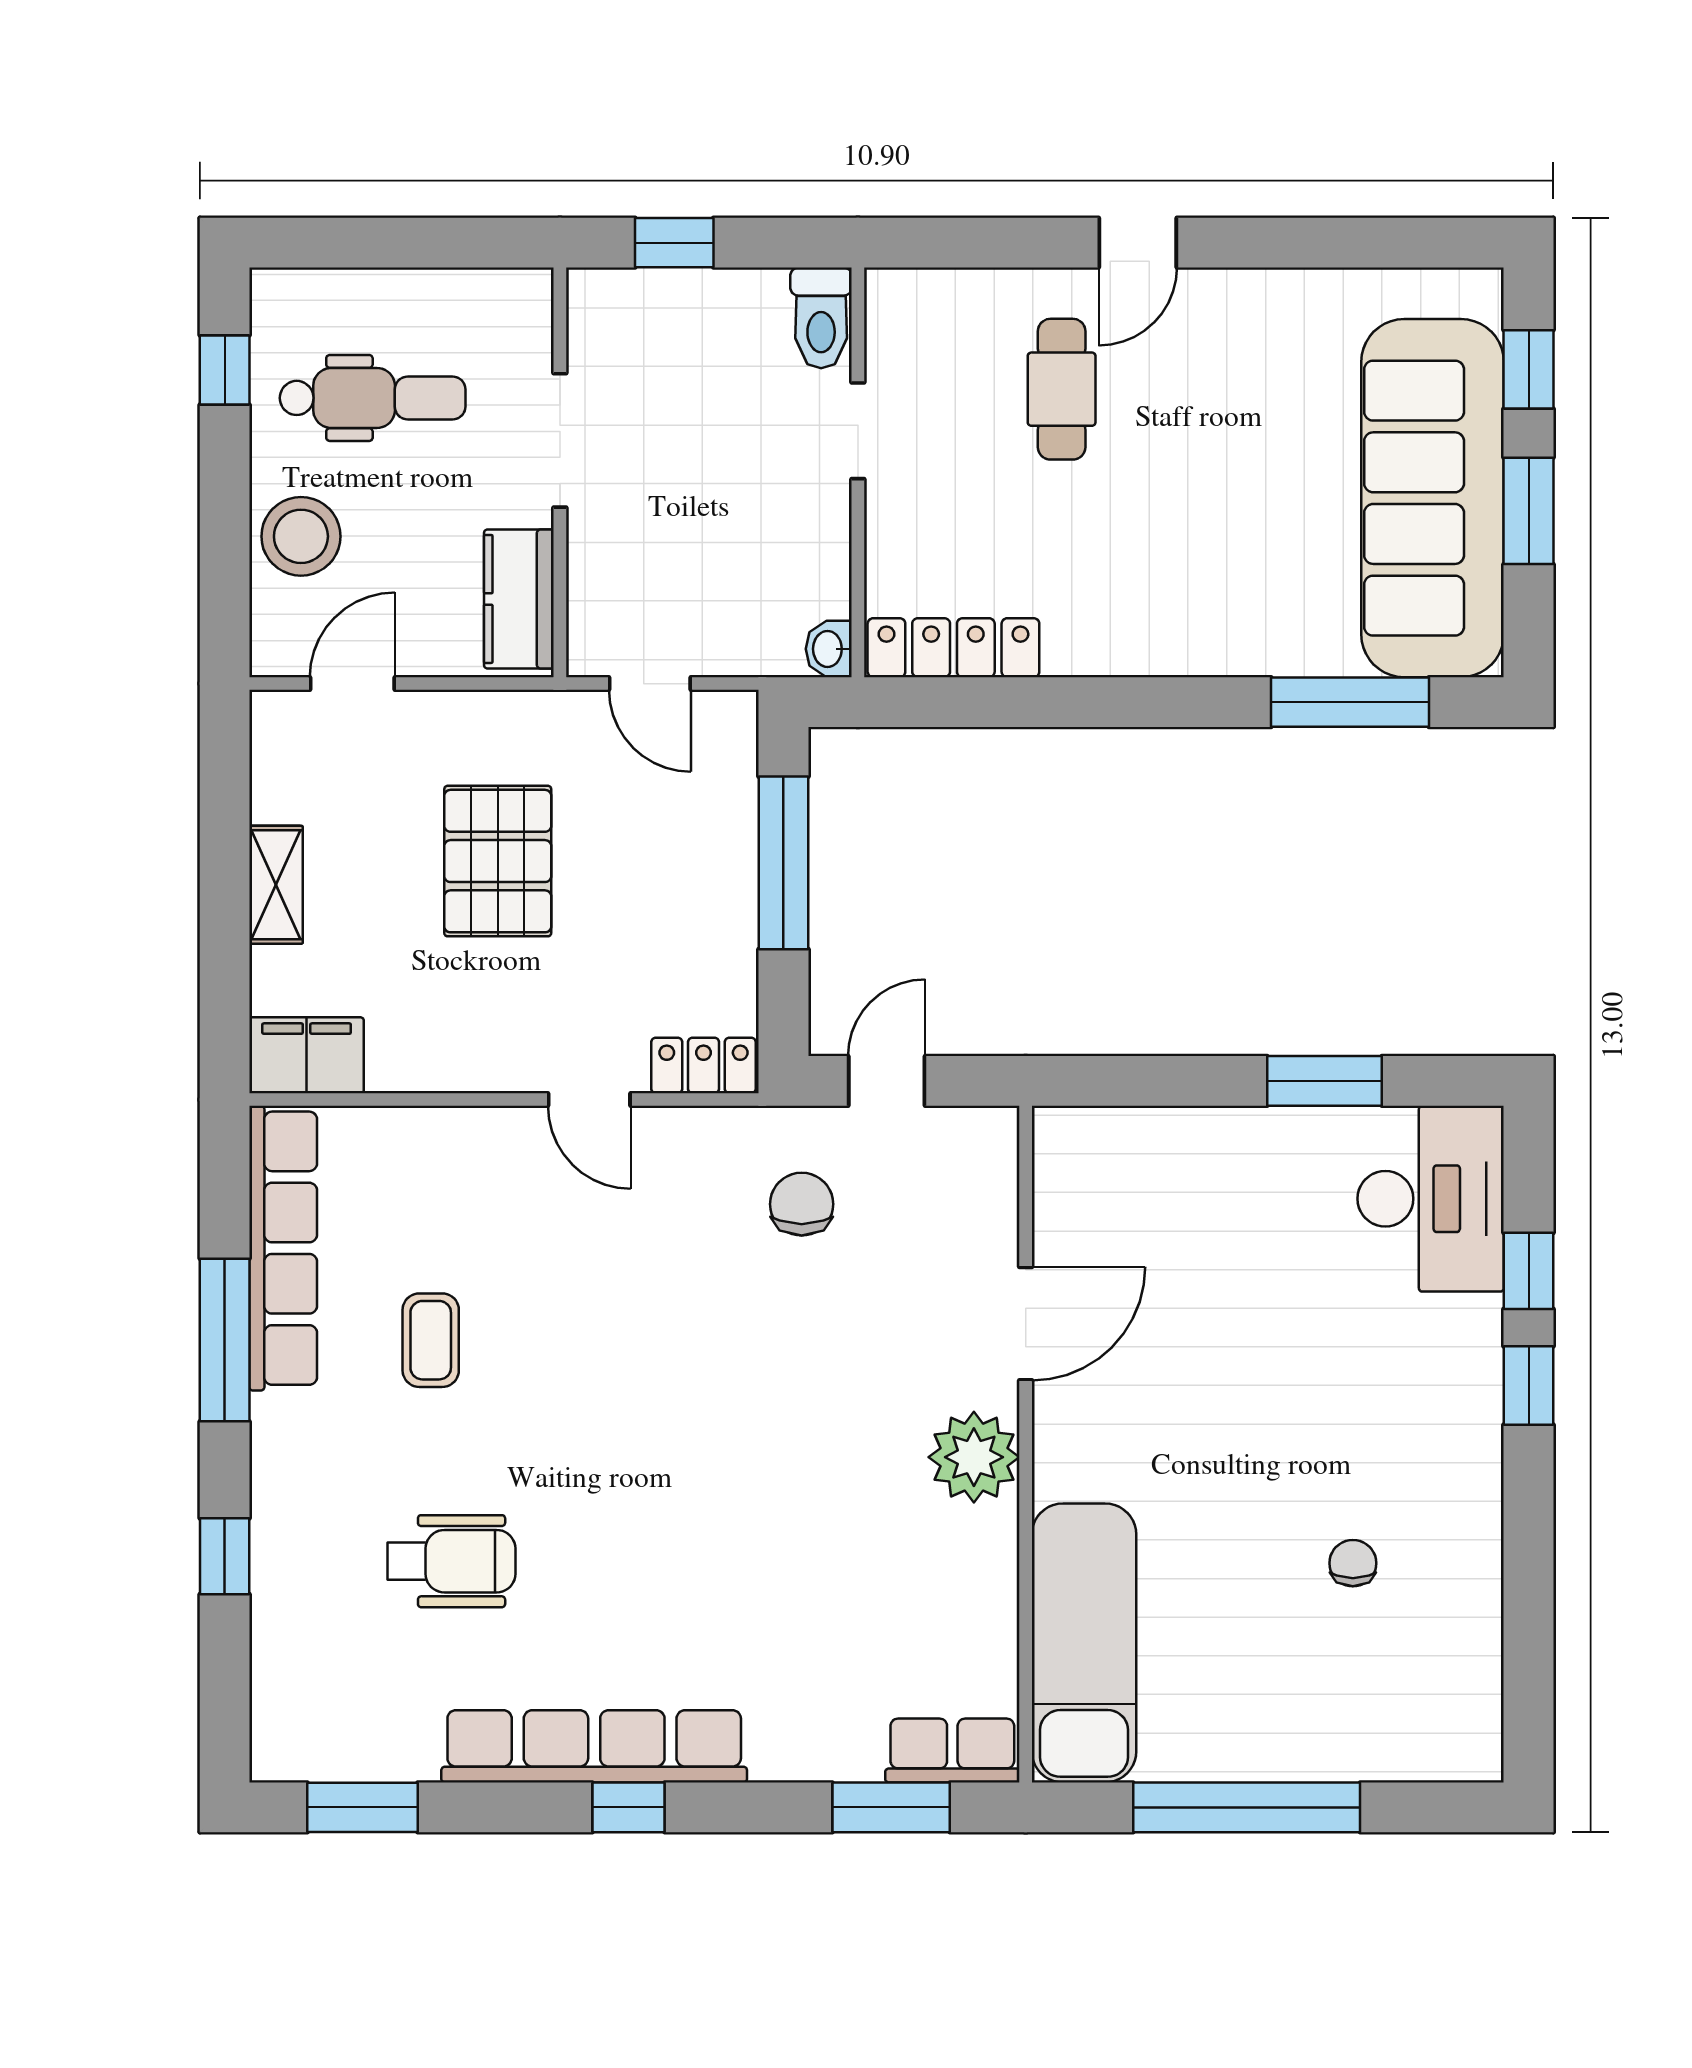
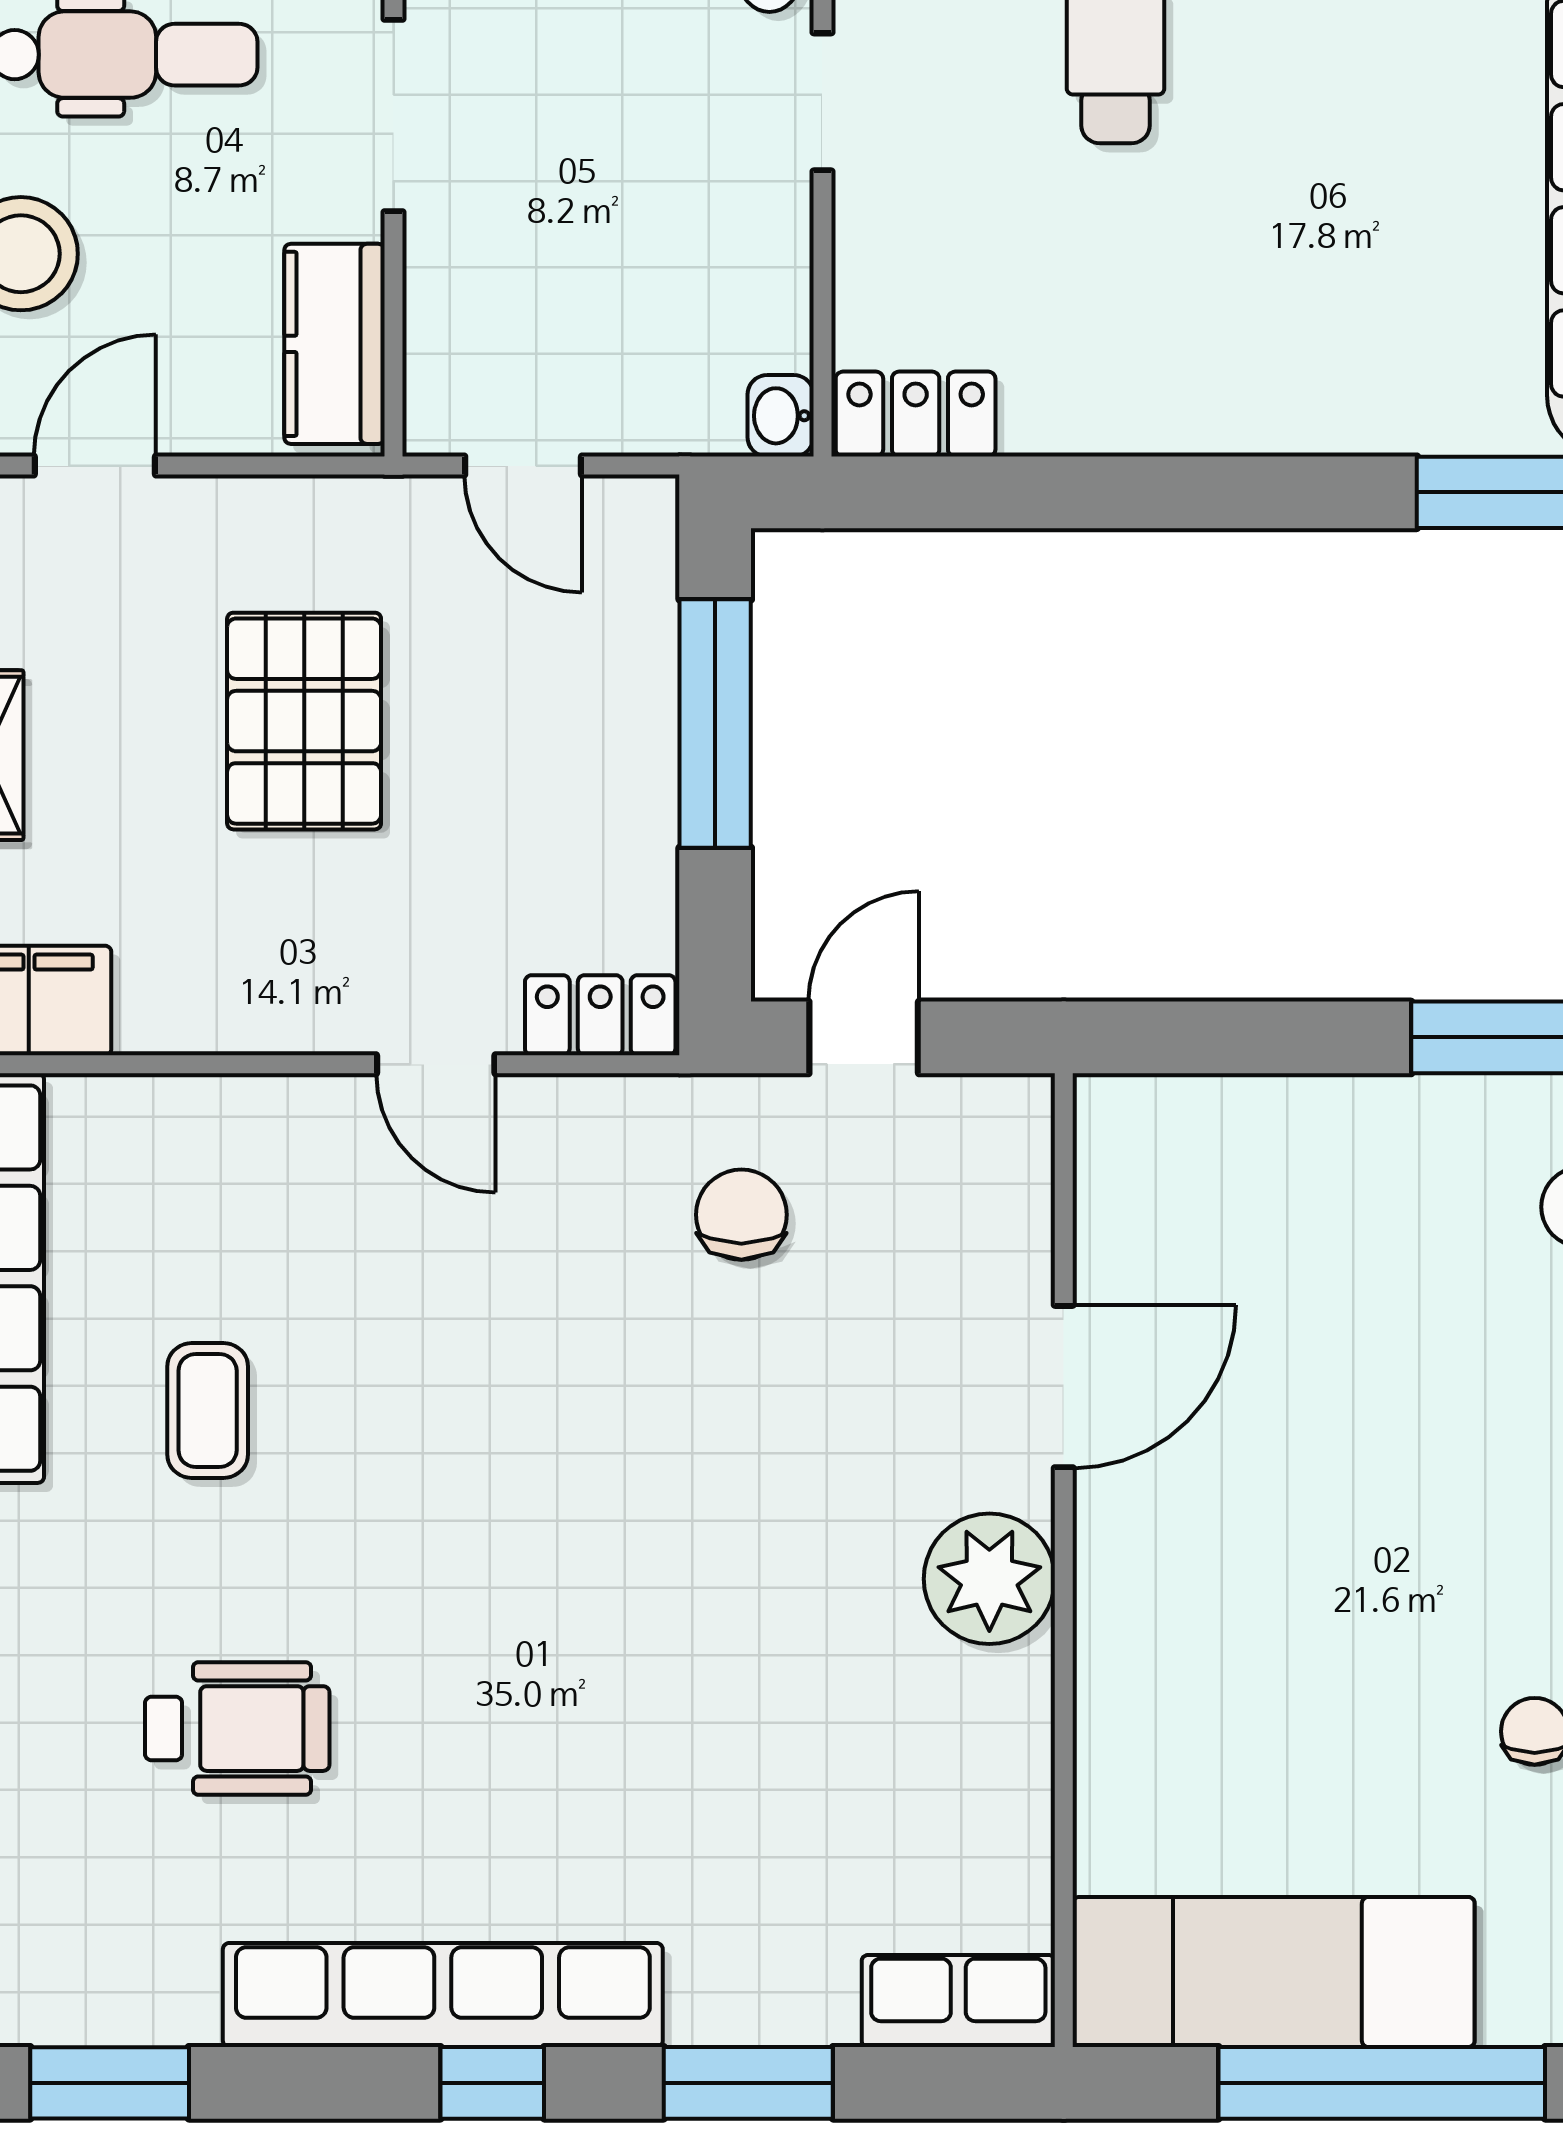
locker: (953, 648) -> (916, 414), width x0.66
exam couch: (1084, 1643) -> (1274, 1972), moved, turned -90
window: (891, 1807) -> (748, 2083), moved

